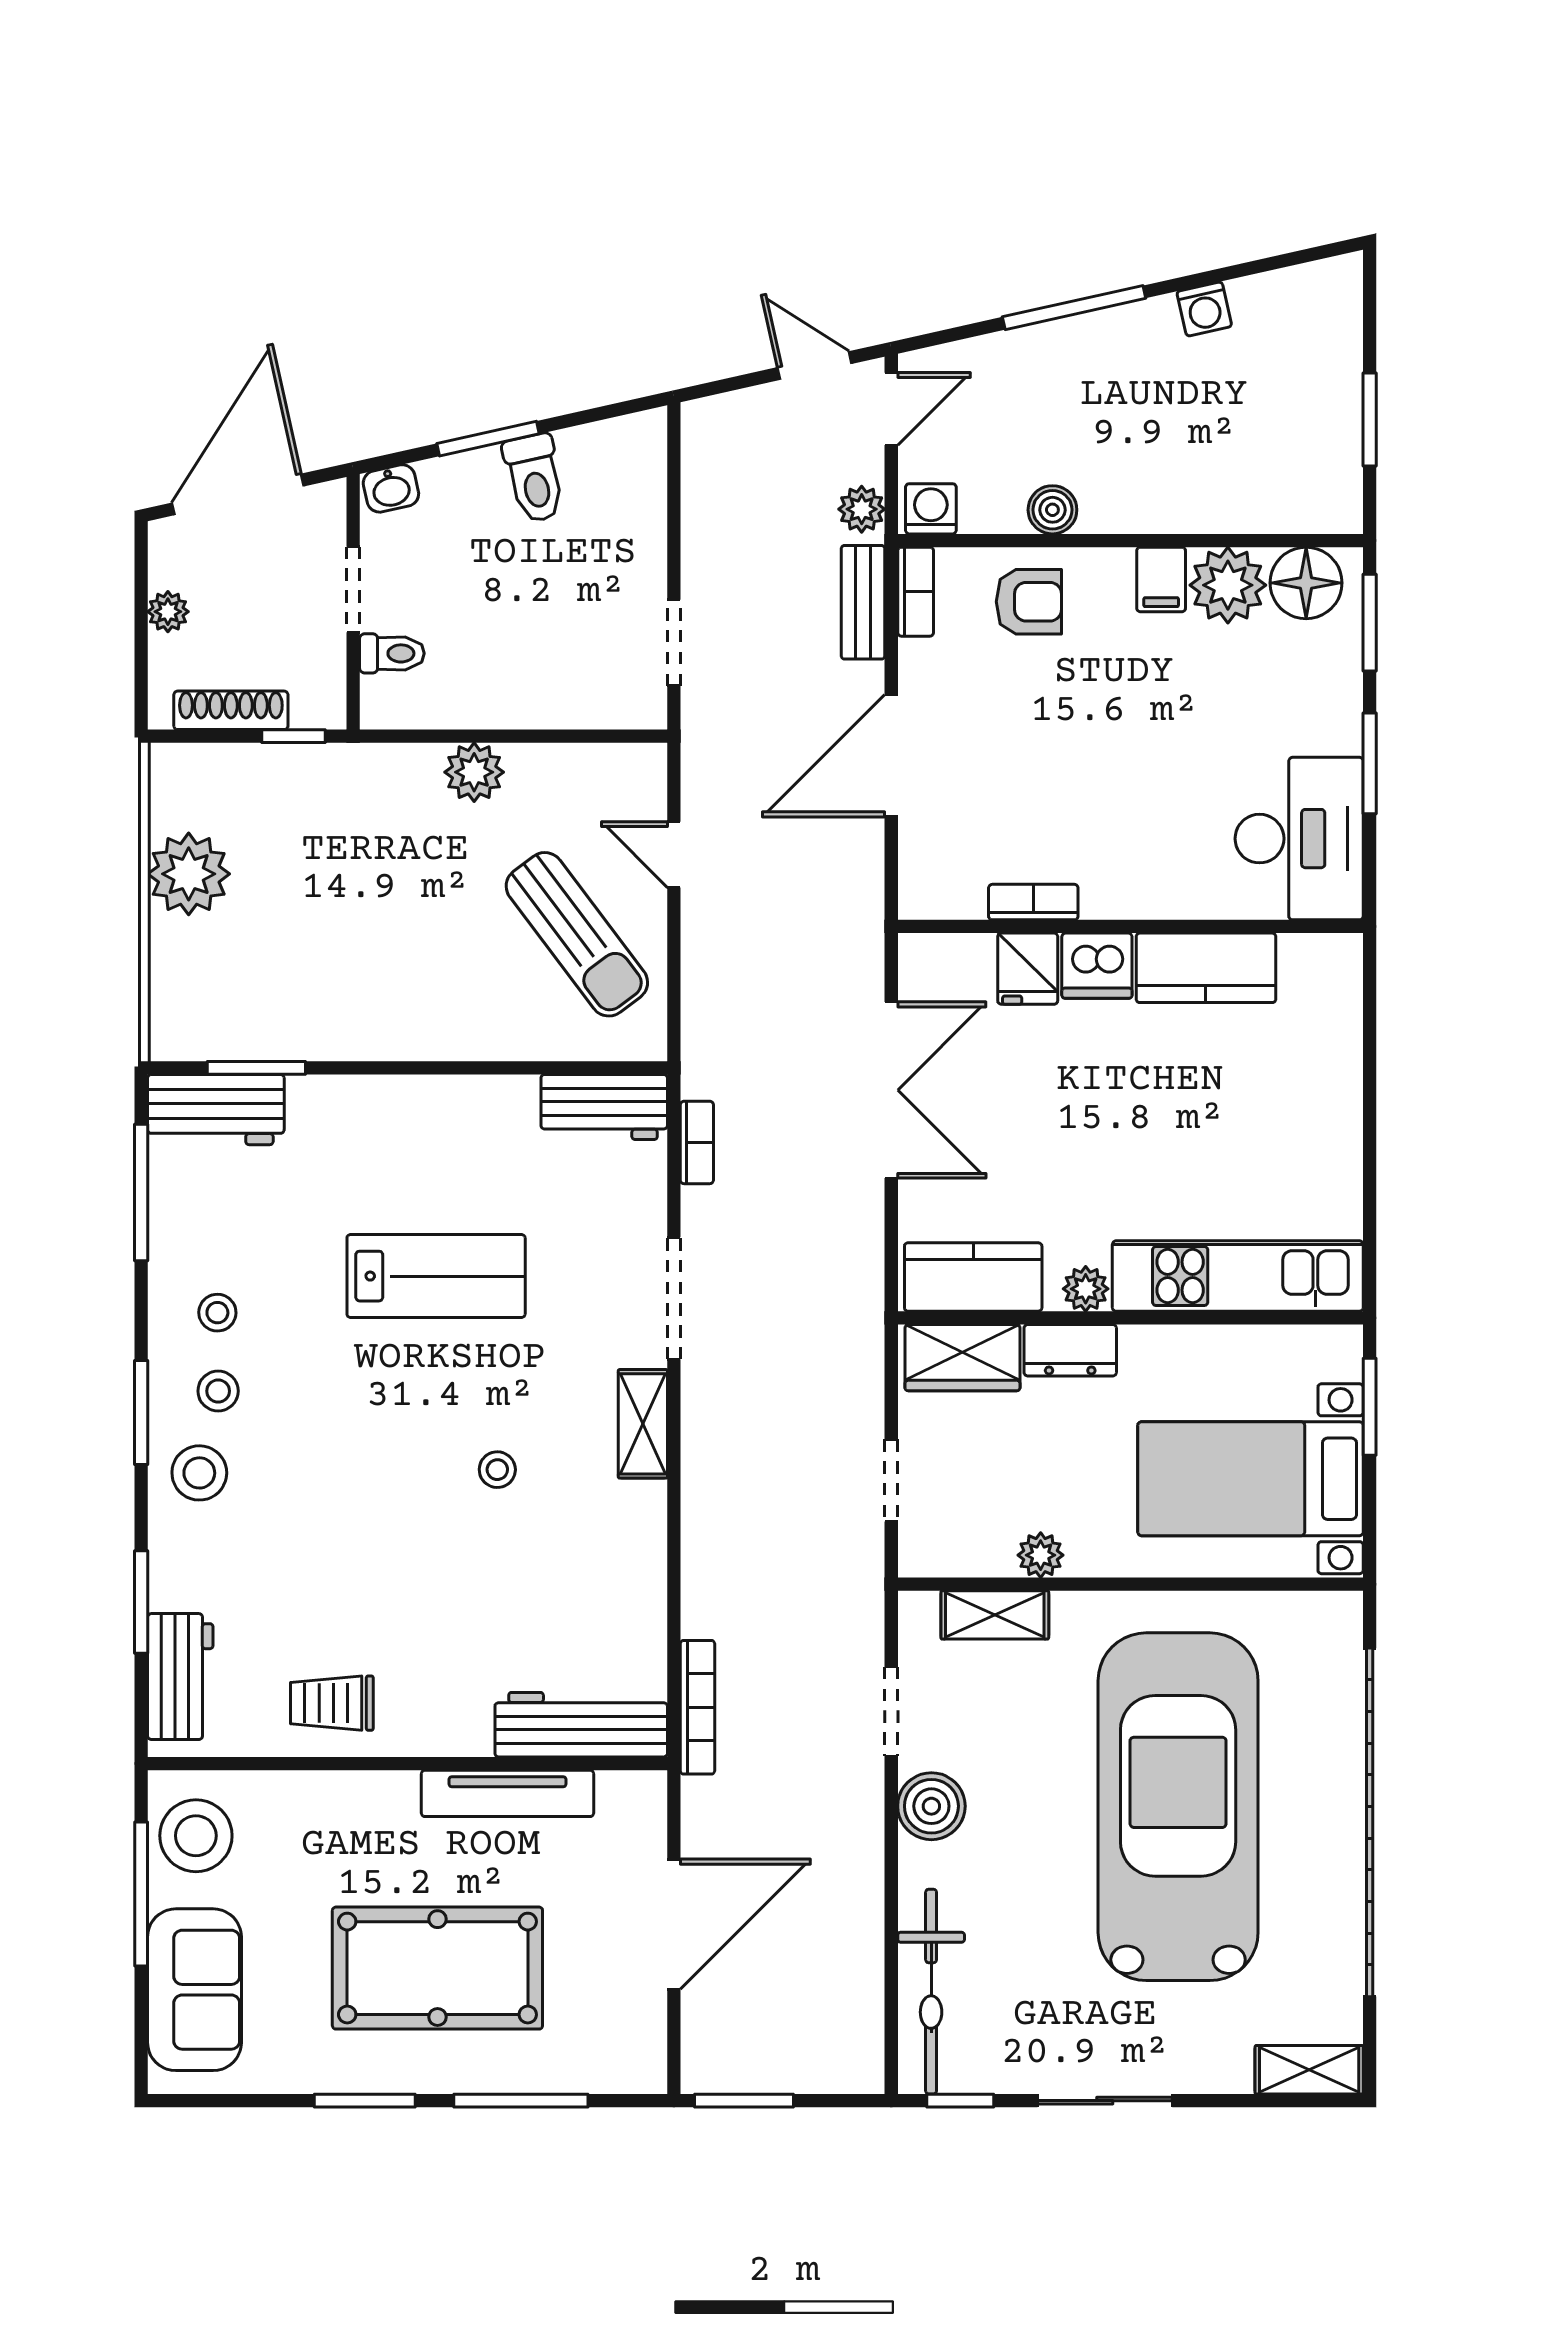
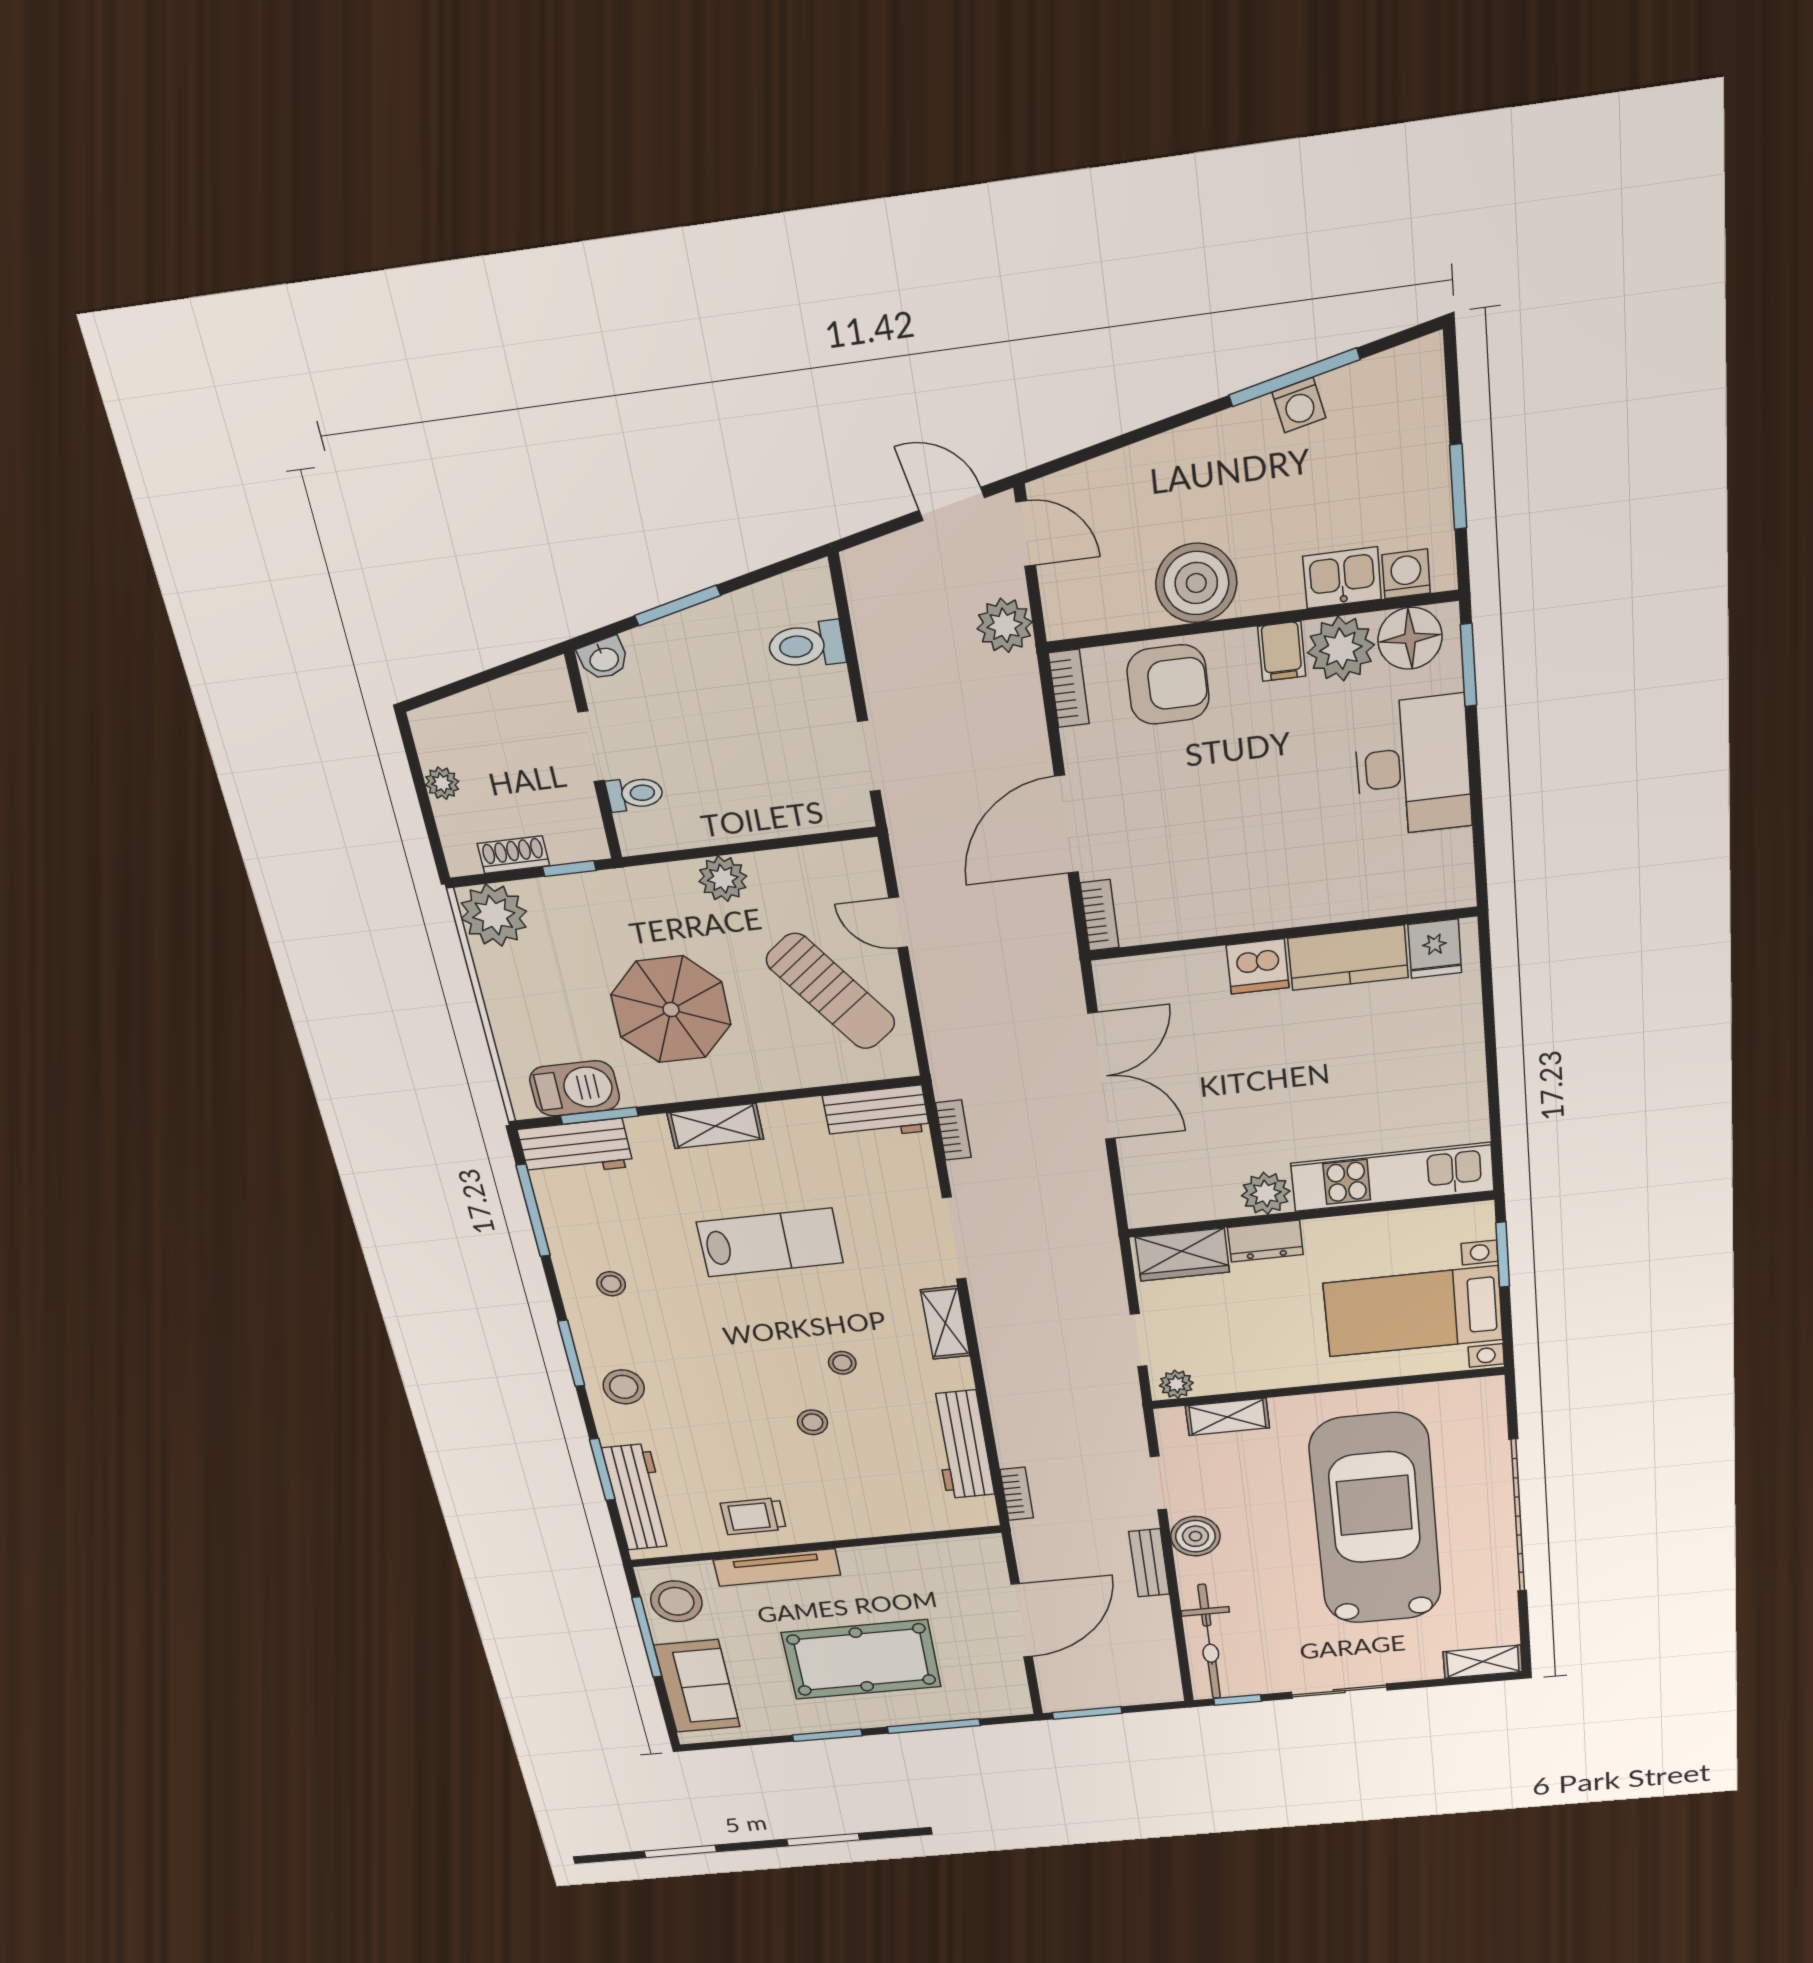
window: (1074, 308) -> (1294, 377), moved
door: (891, 409) -> (1026, 534), hinge flipped
toilet: (534, 478) -> (806, 645), moved, turned 103
door: (238, 494) -> (476, 680), removed
kitchen sink: (1236, 504) -> (1342, 578), added
plant: (862, 509) -> (1005, 625), width x1.38, depth x1.38
washing machine: (931, 509) -> (1406, 574), moved
boiler: (1052, 510) -> (1196, 583), width x1.86, depth x1.86
bench: (863, 602) -> (1149, 1563), moved
armchair: (1029, 602) -> (1168, 685), width x1.38, depth x1.38
shoe rack: (231, 710) -> (513, 855), width x0.70
window: (1370, 763) -> (1475, 782), removed
desk: (1299, 839) -> (1413, 766), moved
plant: (189, 874) -> (494, 915), moved
bookcase: (1033, 902) -> (1100, 915), moved, turned 90
parasol: (377, 934) -> (671, 1010), added
fridge: (1028, 969) -> (1435, 949), moved
barbecue: (234, 1026) -> (575, 1088), added
shelving: (399, 1100) -> (715, 1126), added
kitchen counter: (973, 1277) -> (1184, 1200), removed
plant: (1086, 1289) -> (1266, 1193), width x1.38, depth x1.38
stool: (218, 1391) -> (812, 1422), moved
plant: (1041, 1555) -> (1176, 1384), moved
workbench: (180, 1677) -> (638, 1497), width x1.38
bookcase: (698, 1707) -> (1017, 1494), width x0.64
workbench: (581, 1725) -> (962, 1445), moved, turned -90
tv unit: (507, 1793) -> (777, 1567), moved
garage door: (1370, 1822) -> (1518, 1516), width x0.73

